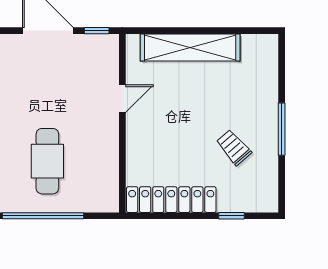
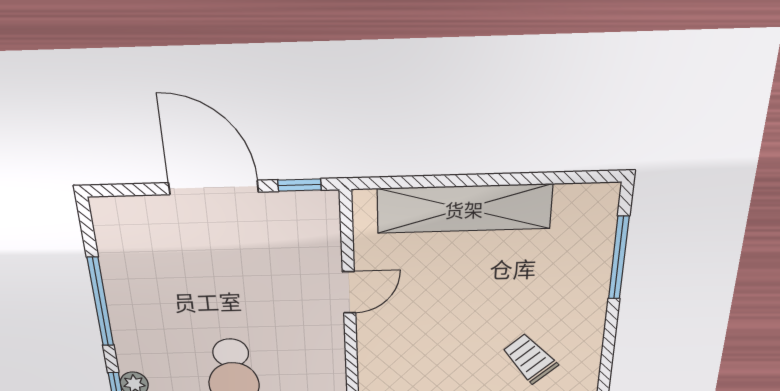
window: (282, 129) -> (619, 258), moved

